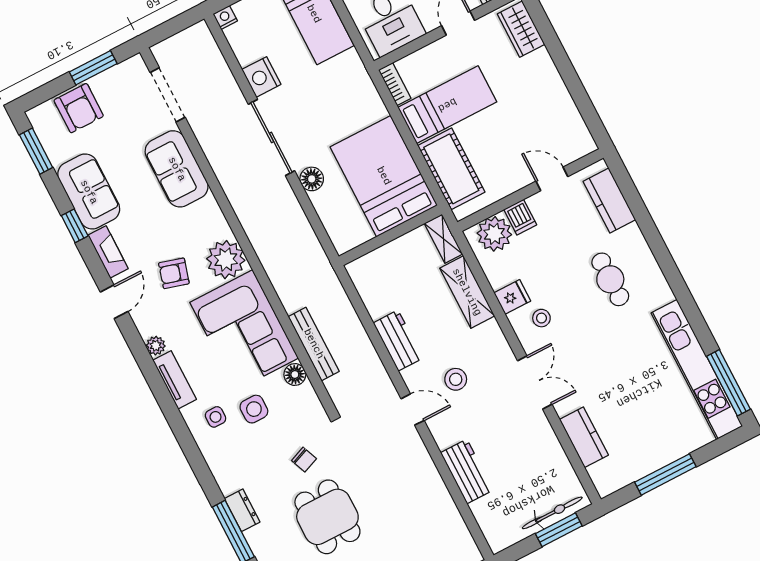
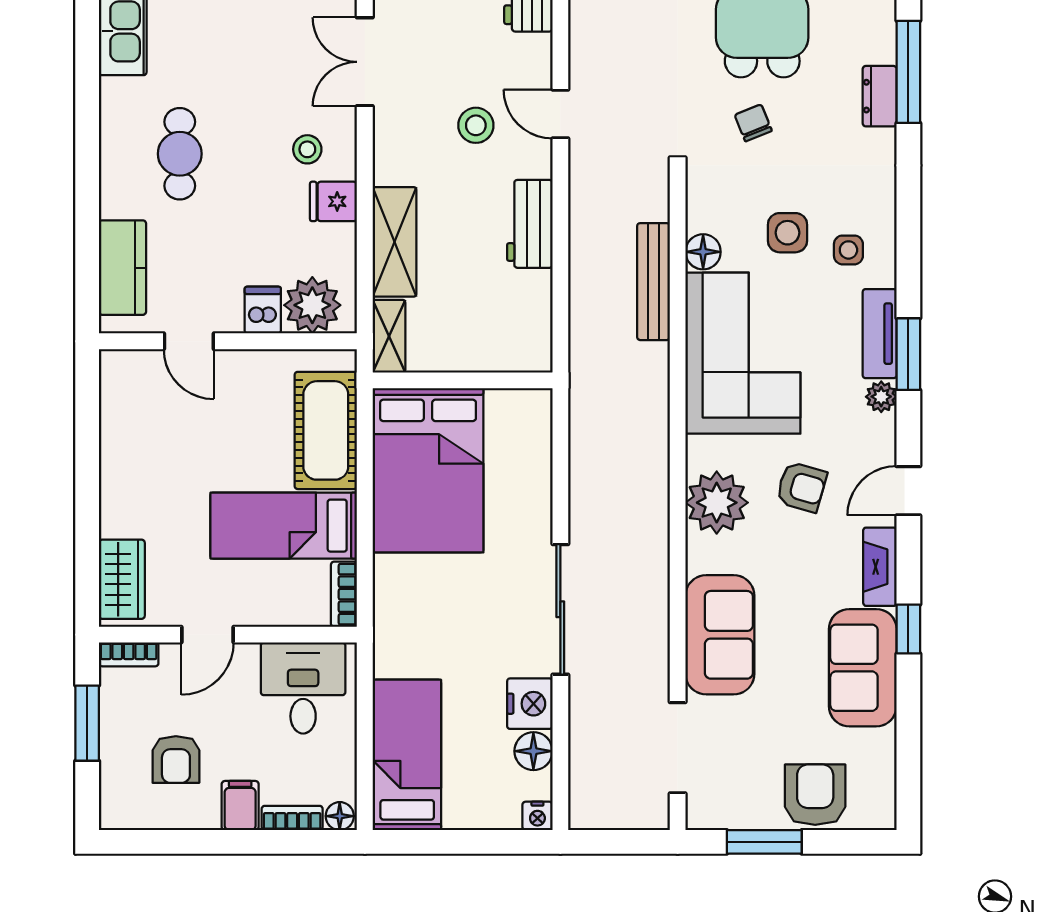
window: (36, 151) -> (908, 354), moved
floor lamp: (312, 179) -> (533, 751), moved
plant: (226, 260) -> (717, 503), moved

